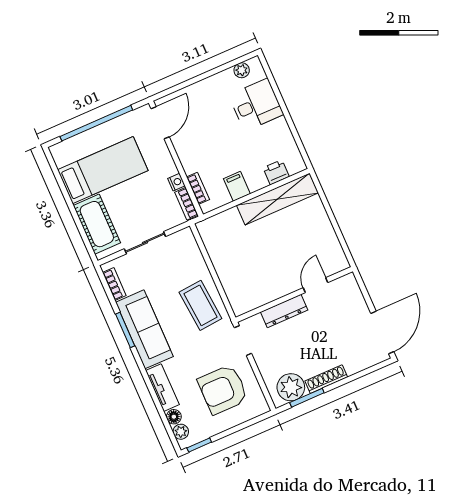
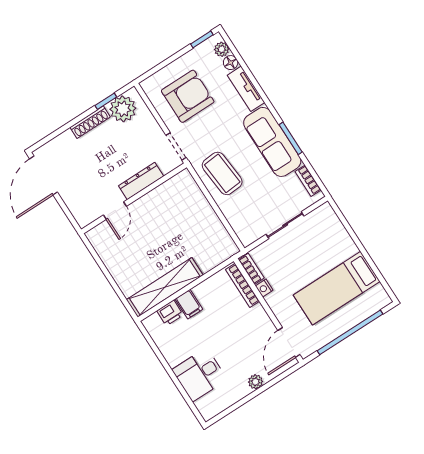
plant: (242, 70) -> (255, 382), moved
filing cabinet: (237, 186) -> (189, 304), moved
bookcase: (198, 188) -> (243, 285), width x1.56
cot: (97, 224) -> (334, 236), removed
window: (307, 398) -> (106, 101), width x0.67

